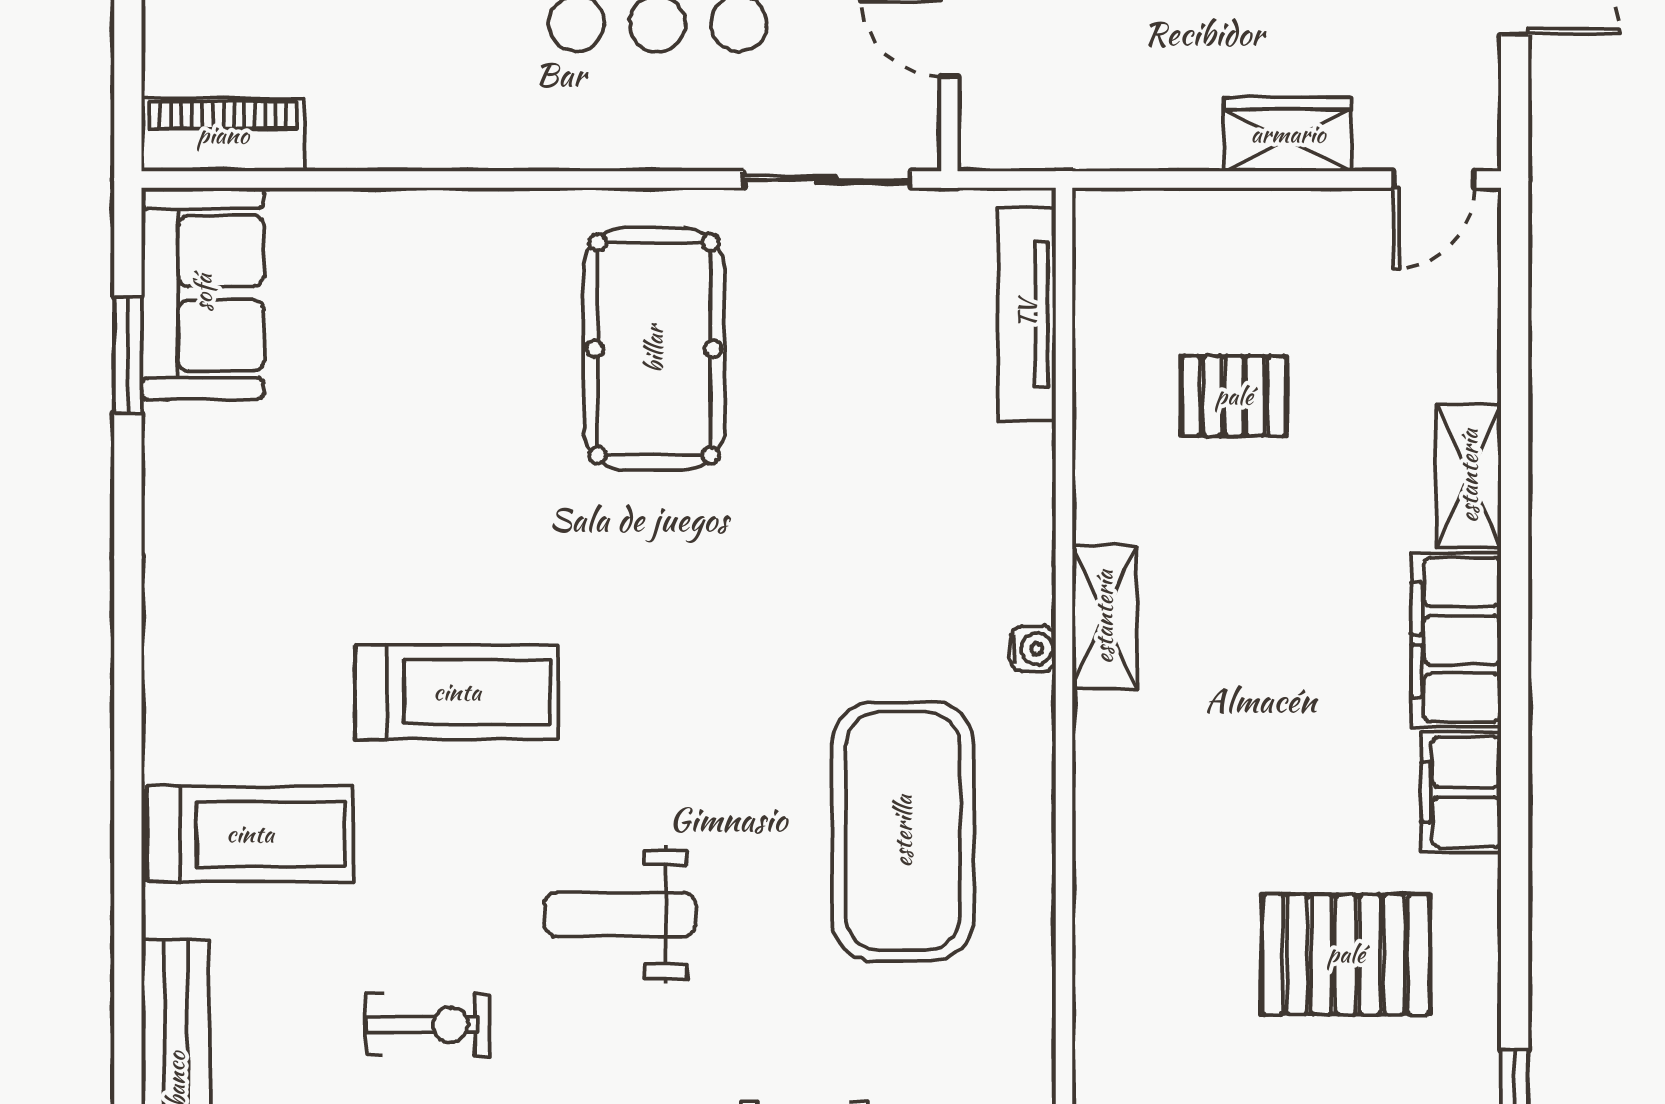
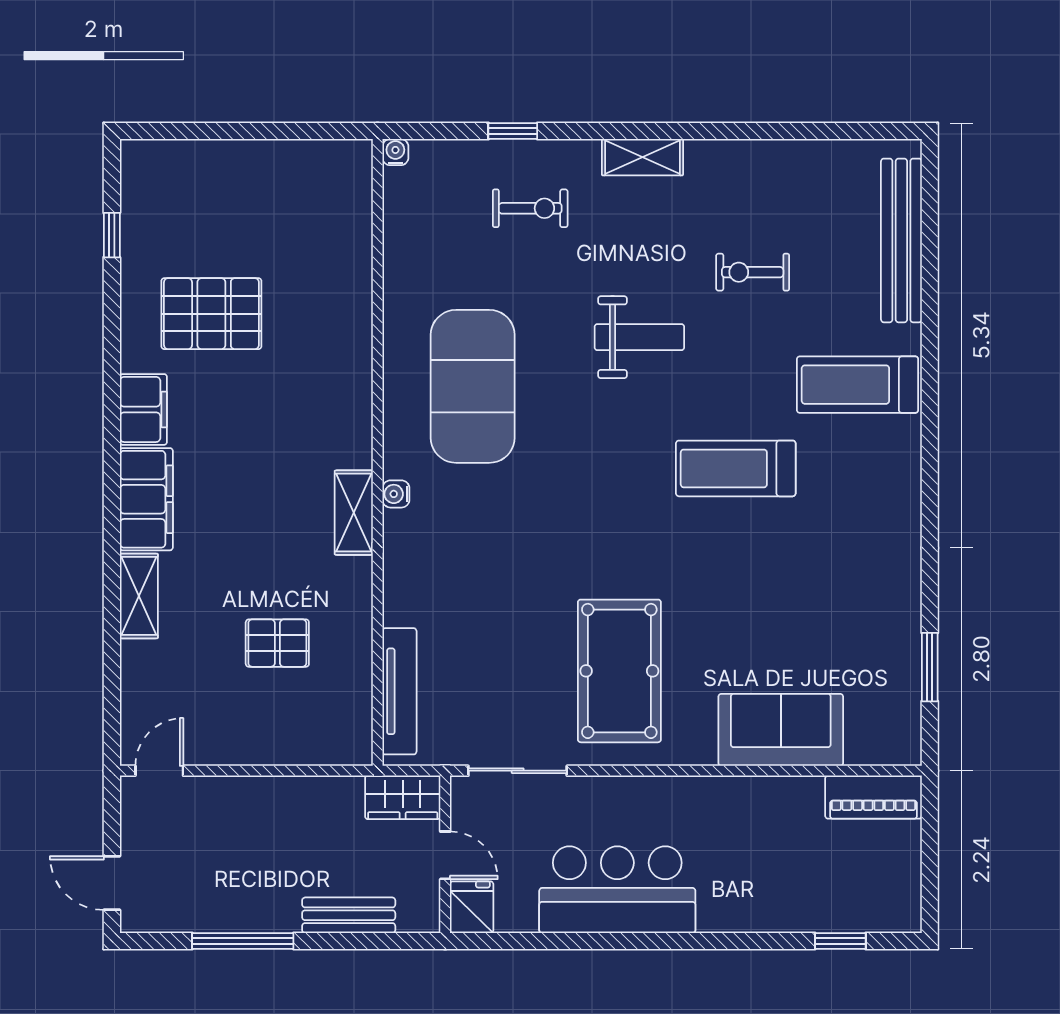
wardrobe: (1288, 134) -> (403, 797), moved
sofa: (203, 293) -> (781, 730), moved, turned 90

